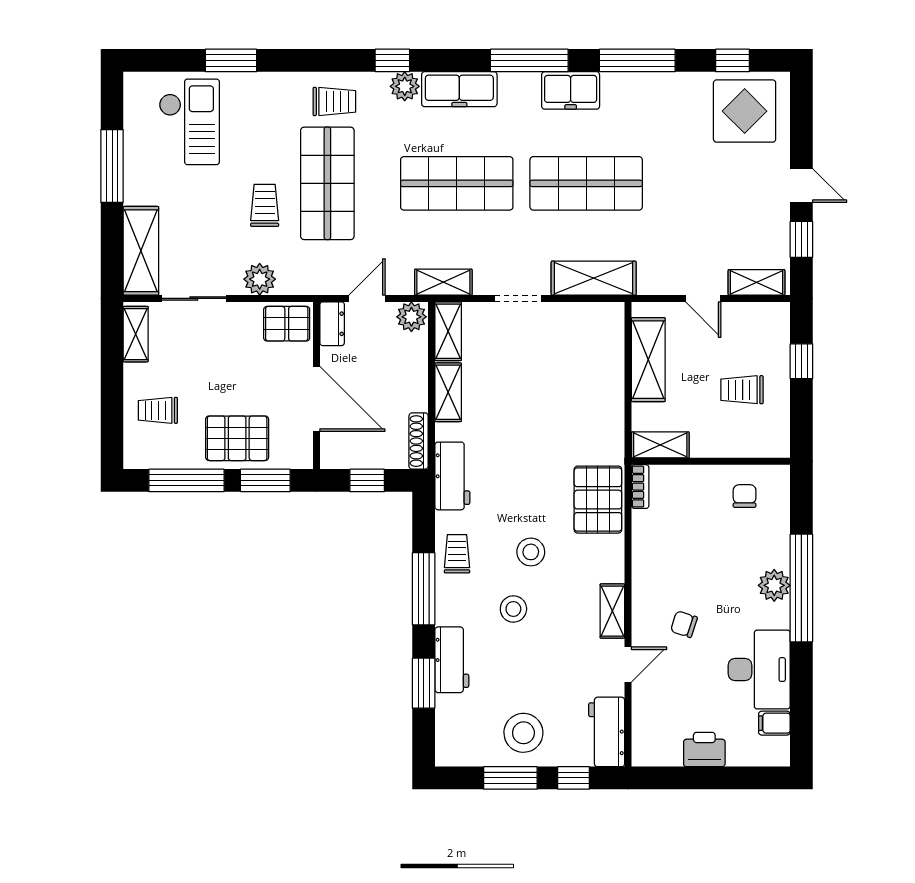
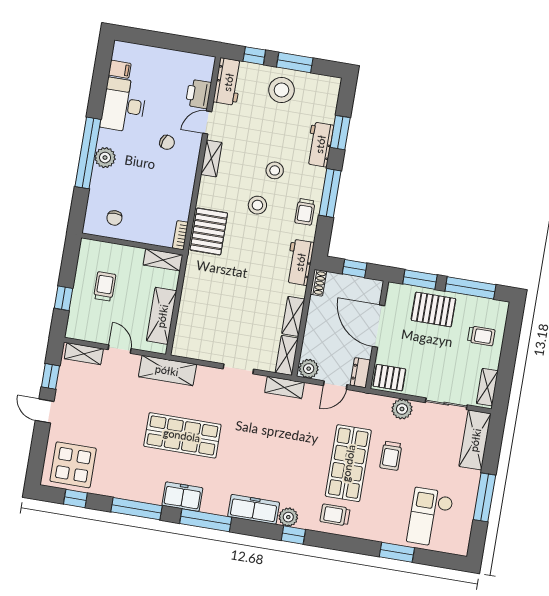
shop shelf: (457, 183) -> (265, 449), removed
shelving: (594, 278) -> (167, 370), moved
trolley: (742, 390) -> (105, 286), turned -90
shoe rack: (419, 441) -> (318, 283), width x0.70
printer: (704, 750) -> (198, 94), moved, turned 90

